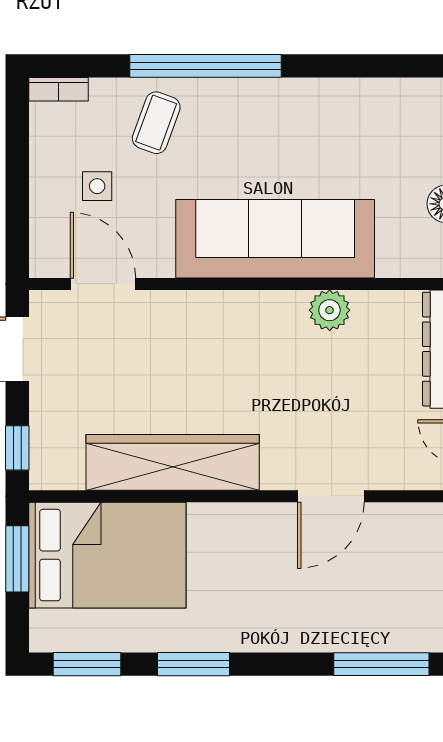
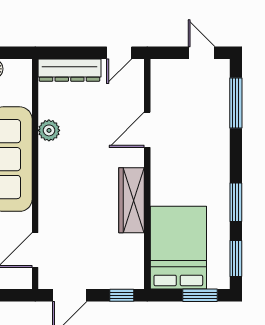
wardrobe: (173, 462) -> (132, 200), width x0.71, depth x0.85
door: (331, 496) -> (147, 130), swing flipped
window: (17, 559) -> (200, 295), moved

